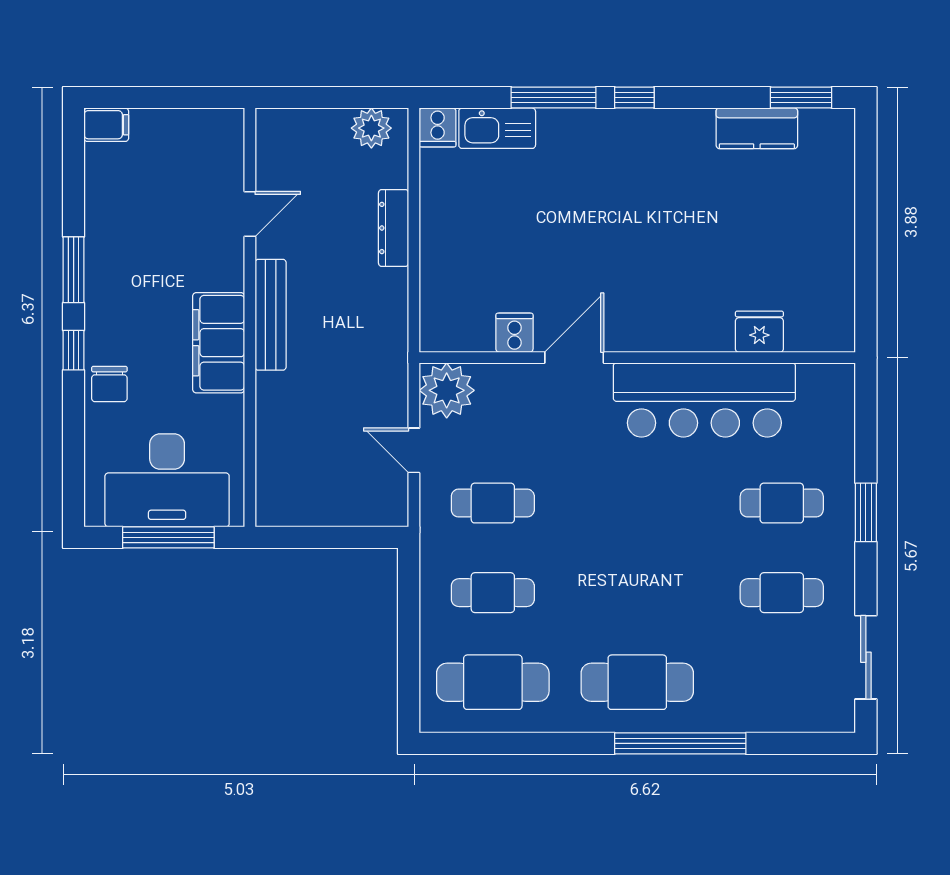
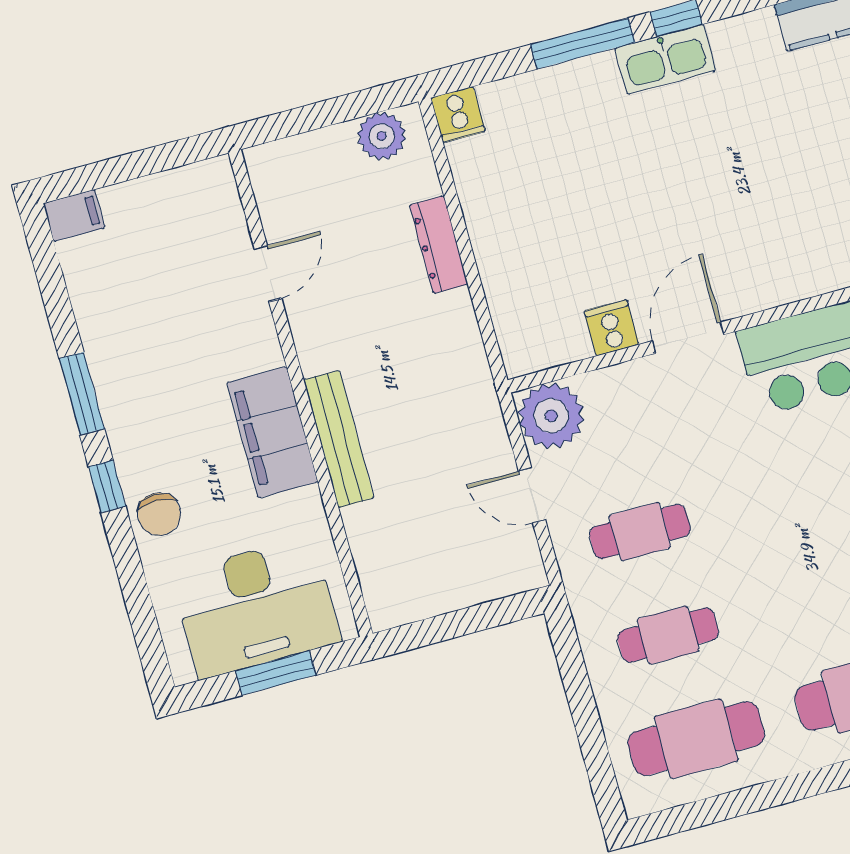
kitchen sink: (497, 128) -> (665, 59), moved
bench: (271, 315) -> (339, 439), moved
window: (168, 537) -> (276, 673), width x0.69

